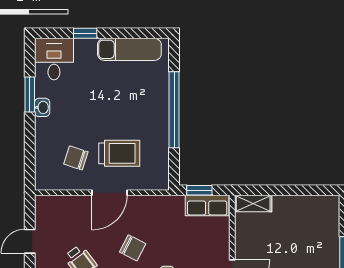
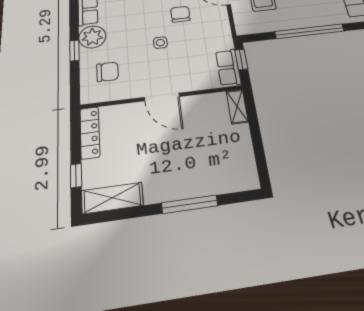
chair: (133, 248) -> (180, 14), turned 153

